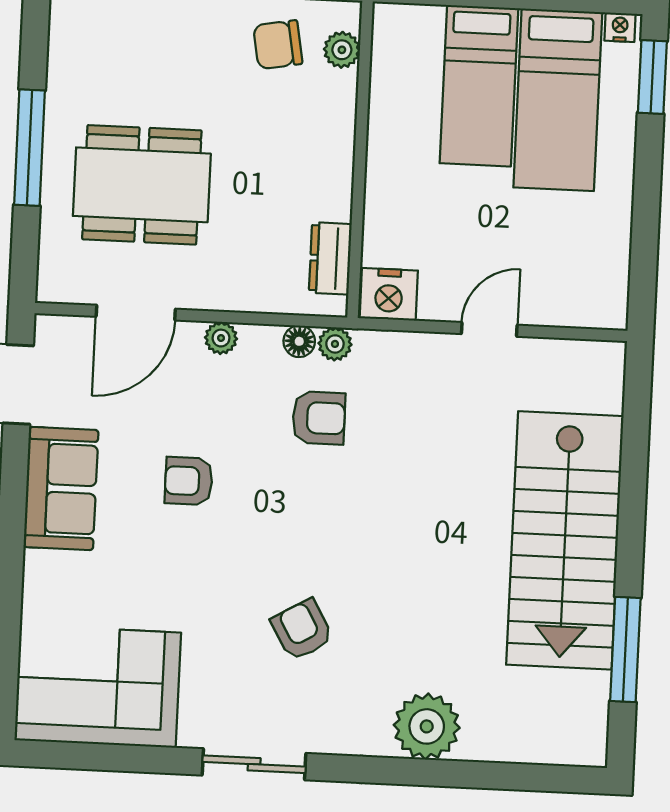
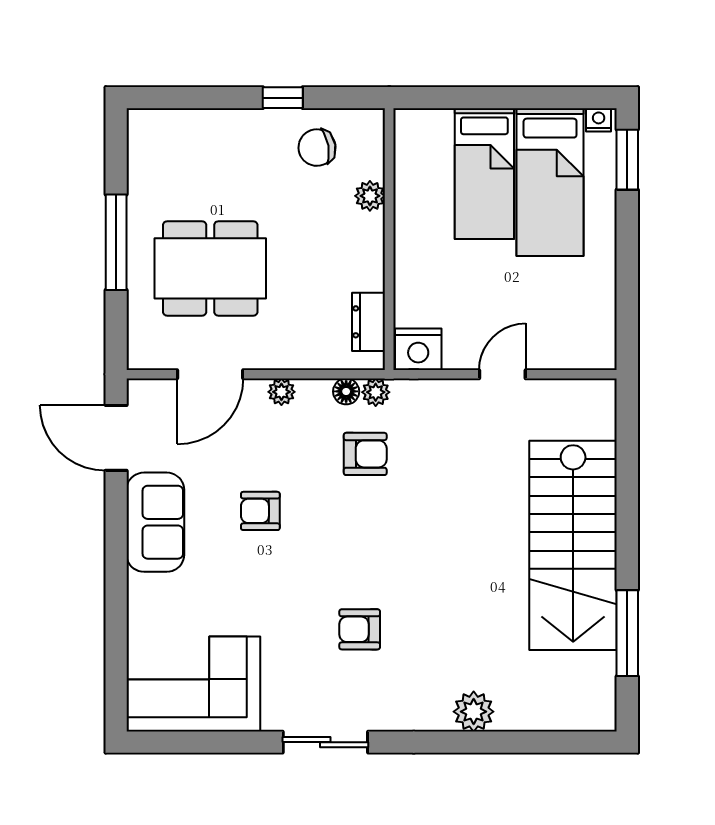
plant: (342, 50) -> (370, 196), moved
armchair: (302, 630) -> (360, 629), turned -60
plant: (427, 726) -> (474, 712), width x0.73, depth x0.73

